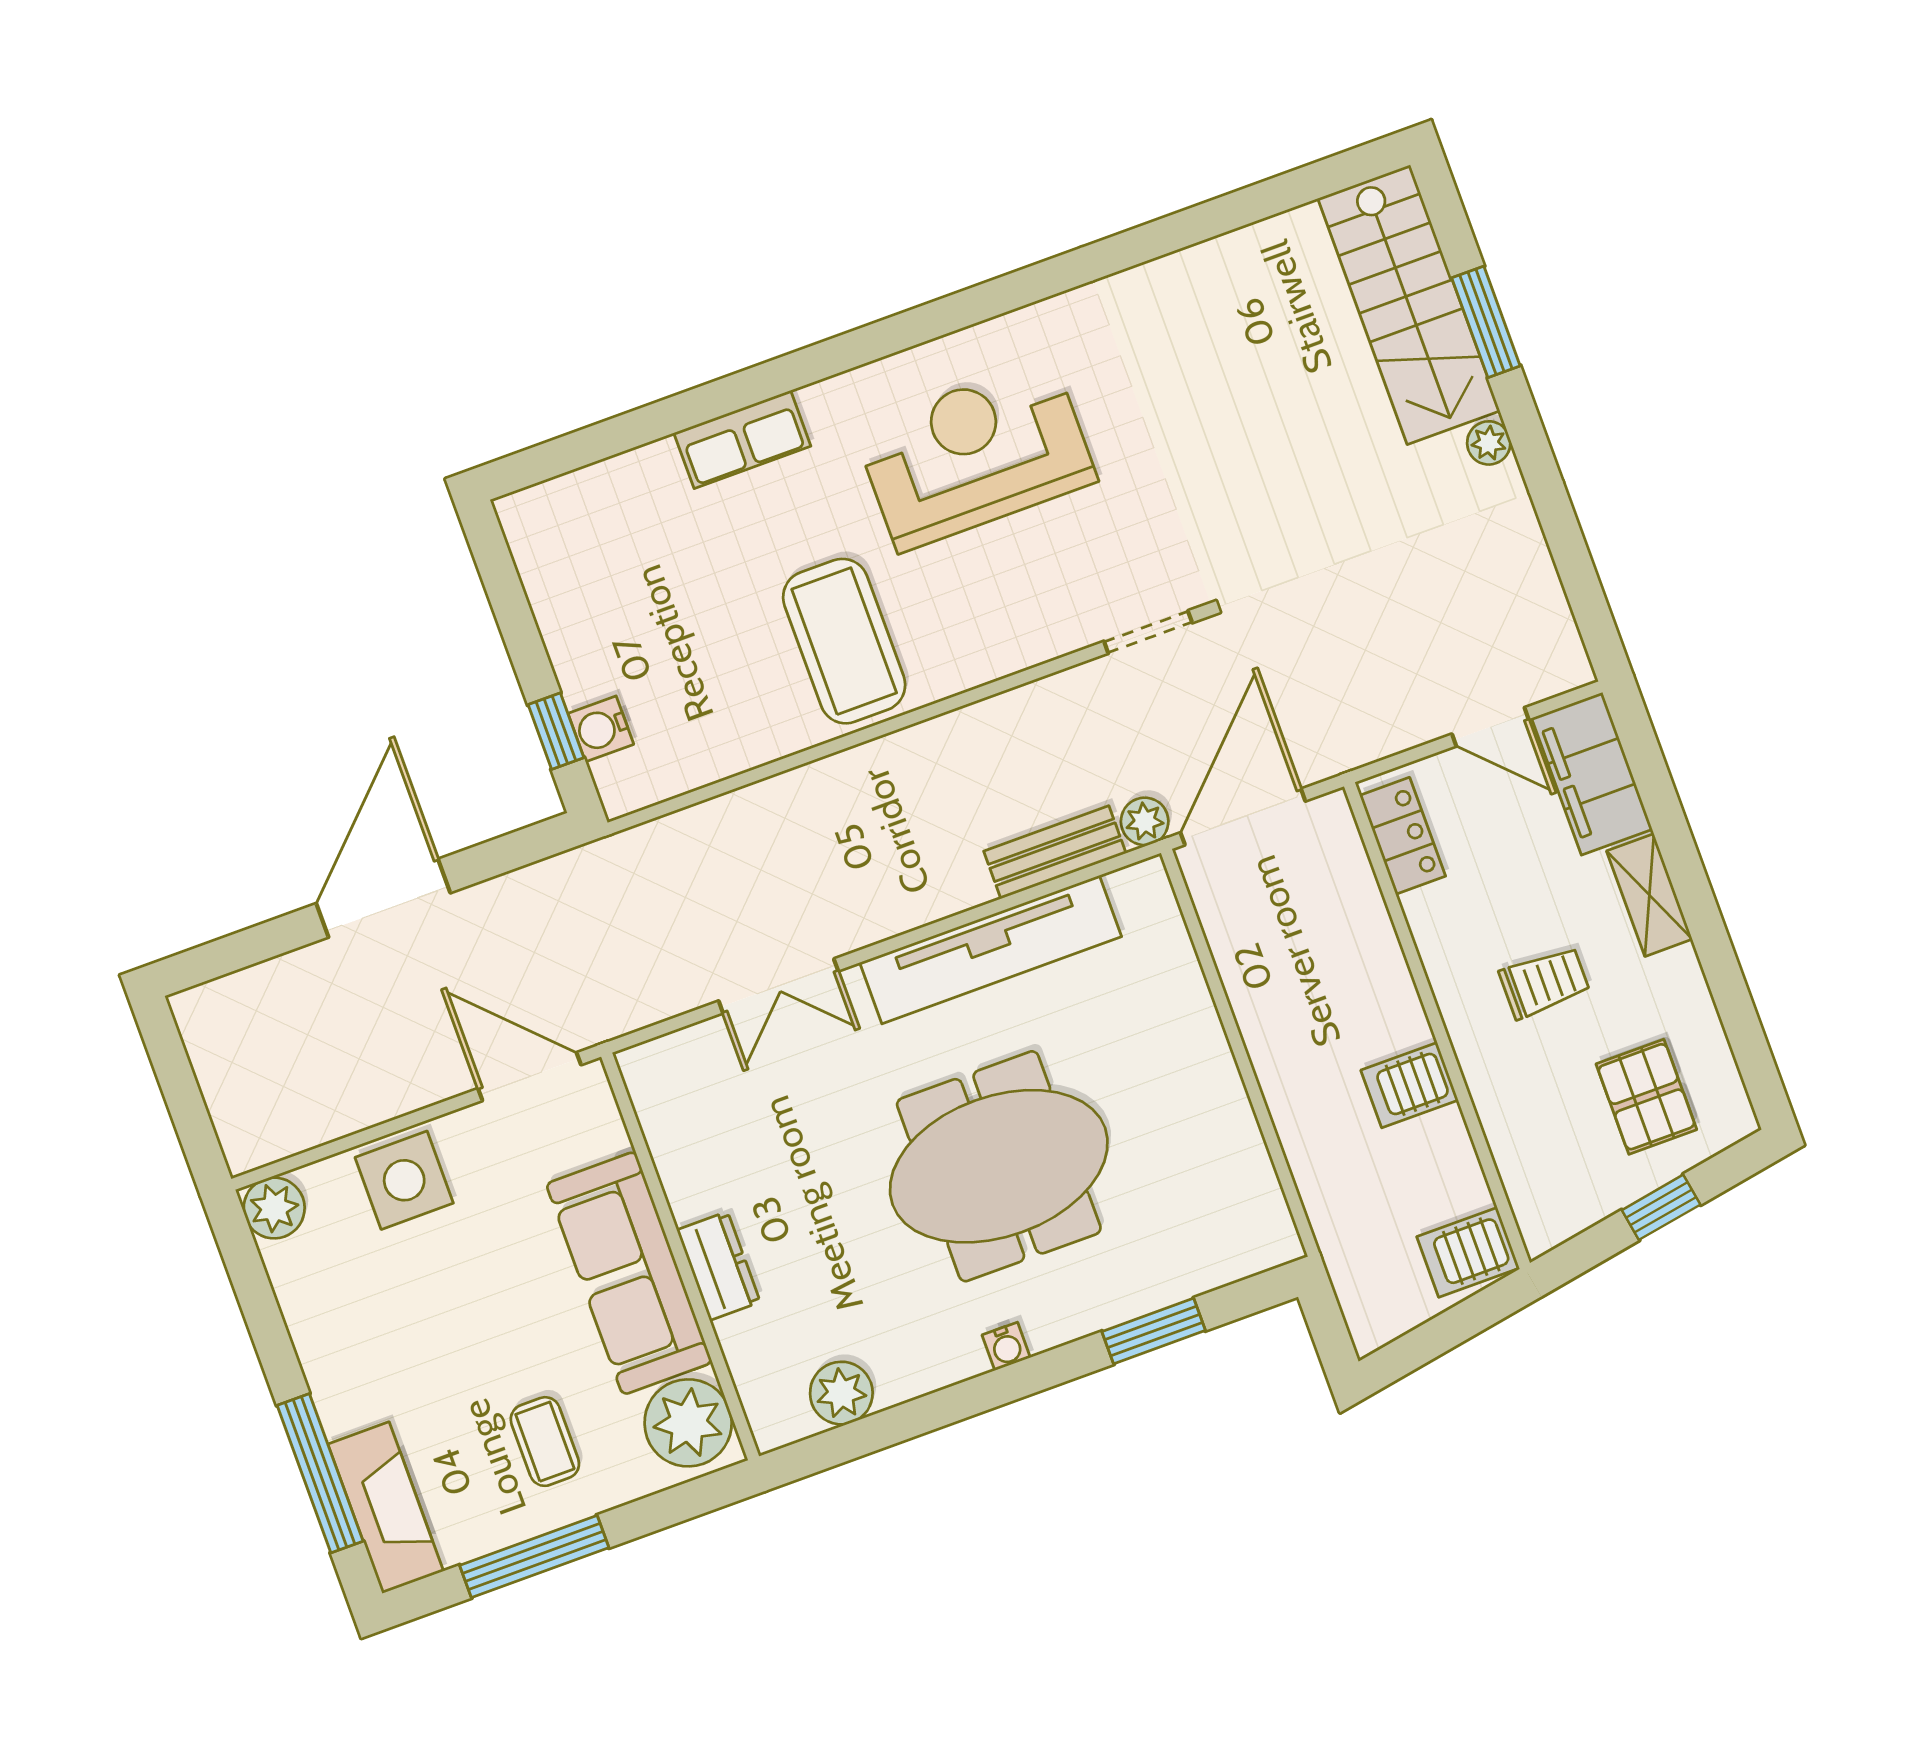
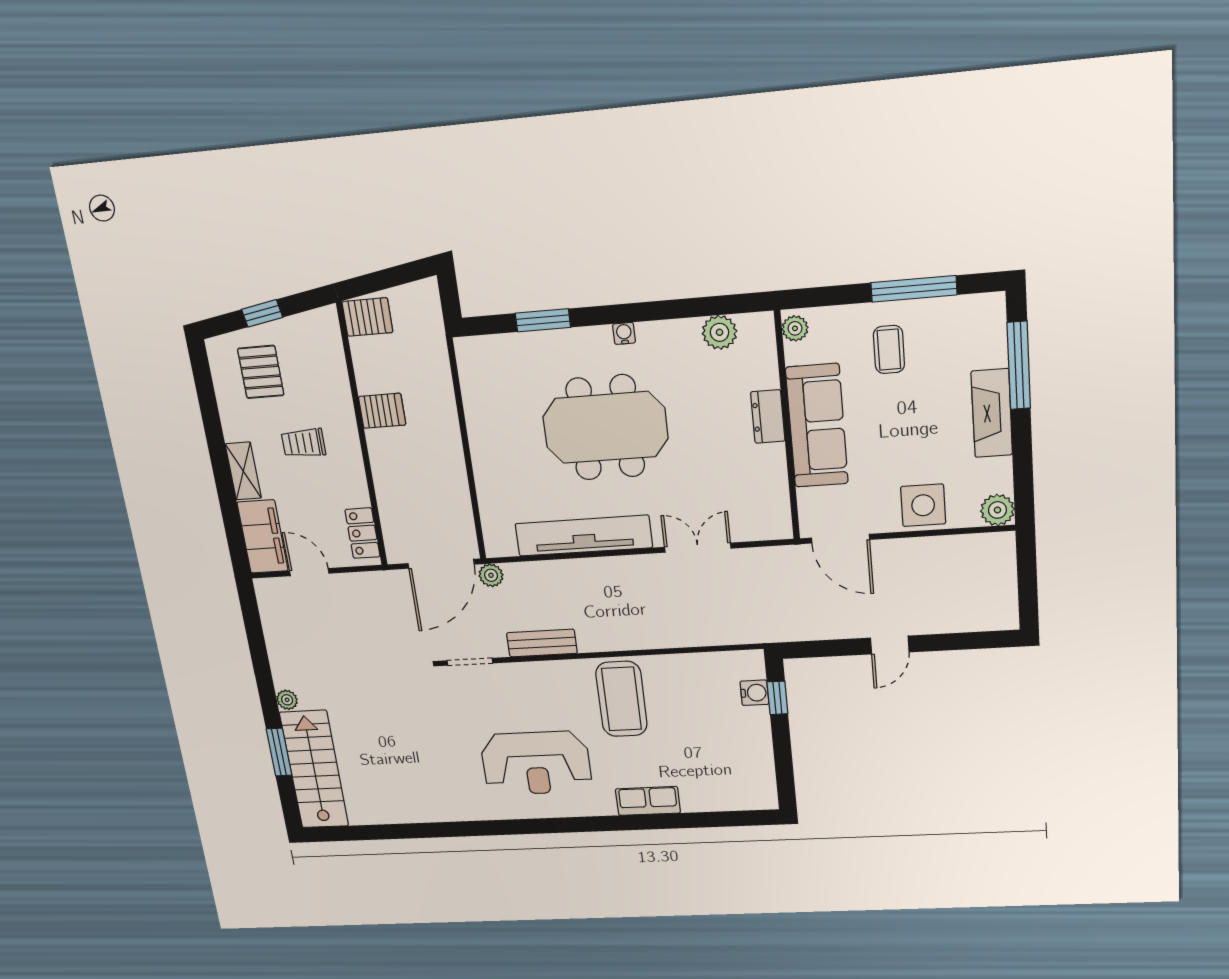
bench: (1055, 852) -> (542, 643), moved
door: (383, 898) -> (890, 645), width x0.53
plant: (688, 1423) -> (795, 328), width x0.53, depth x0.53
fireplace: (386, 1508) -> (992, 413), moved

